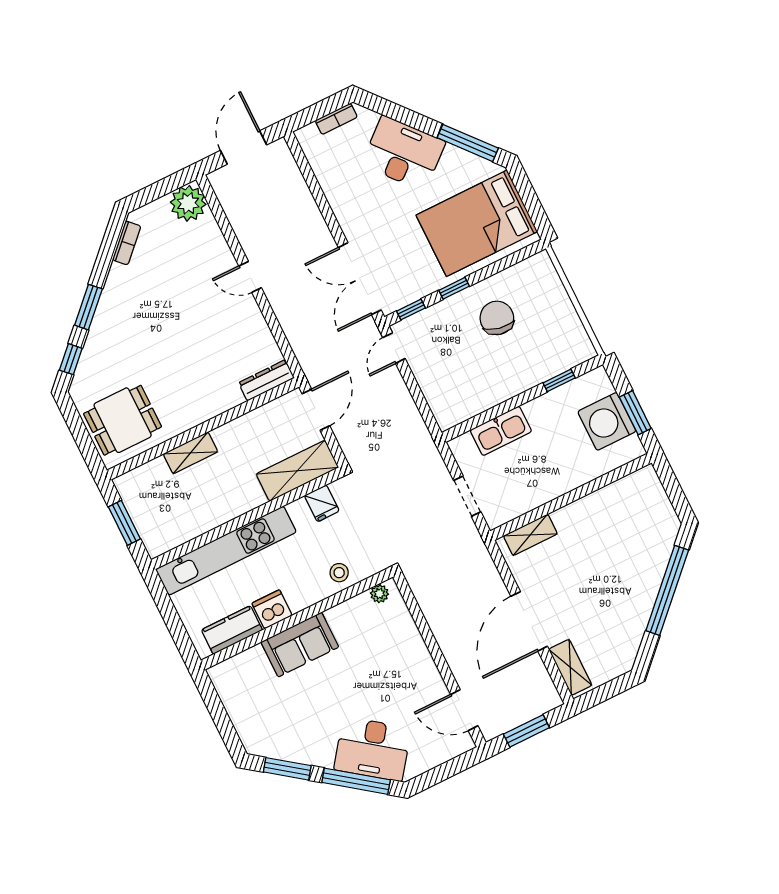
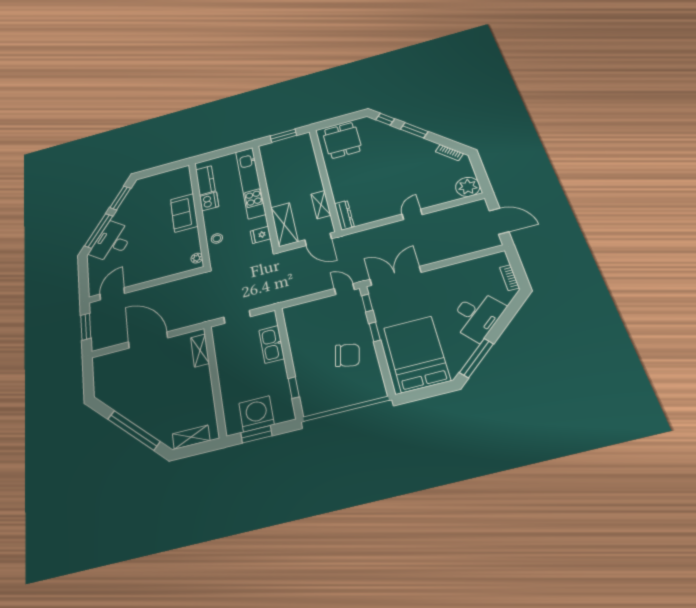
shelving: (190, 453) -> (321, 205), moved
shelving: (570, 667) -> (191, 437), moved

